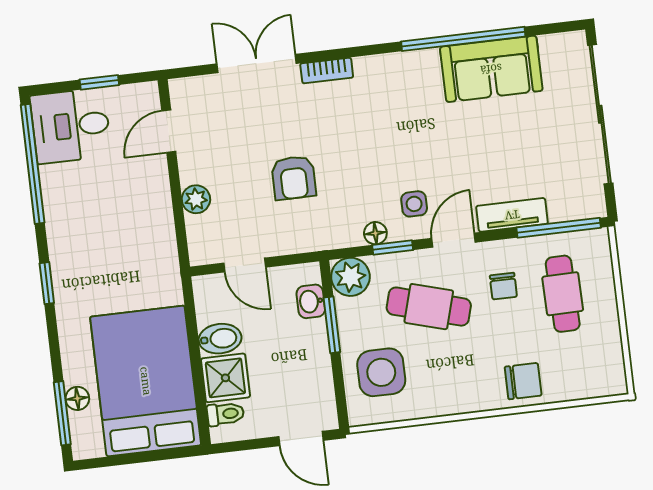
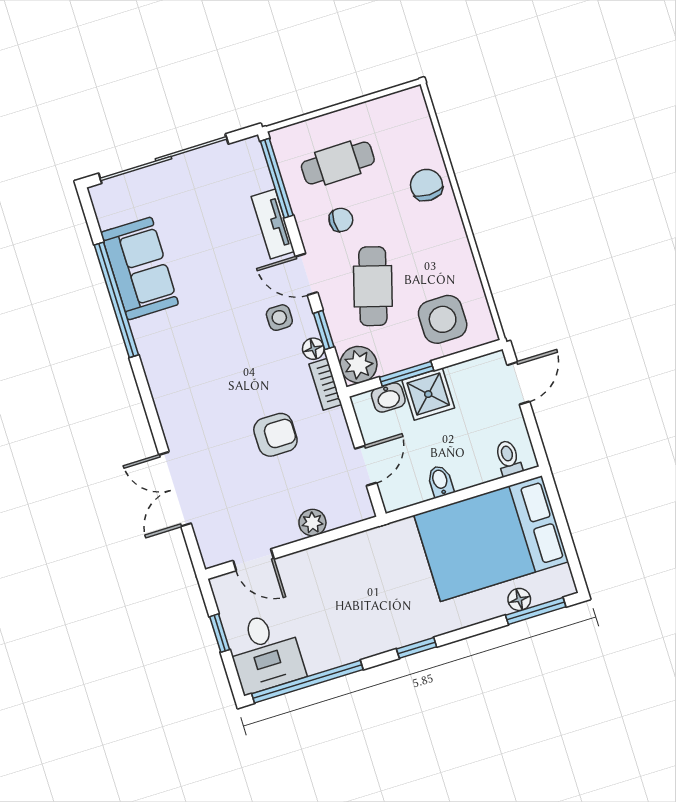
bookcase: (327, 71) -> (325, 384), moved, turned 180
bidet: (220, 339) -> (440, 481), width x0.72, depth x0.74
shower: (225, 378) -> (428, 394), moved

